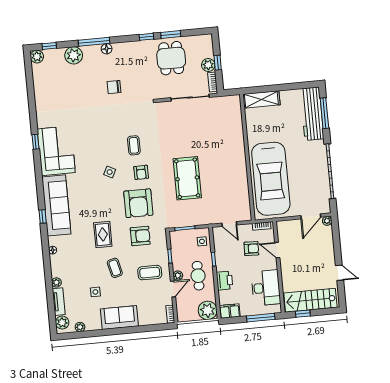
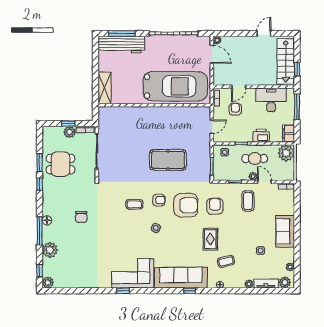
rug: (103, 234) -> (210, 239), turned 90
coffee table: (115, 268) -> (226, 261), moved

